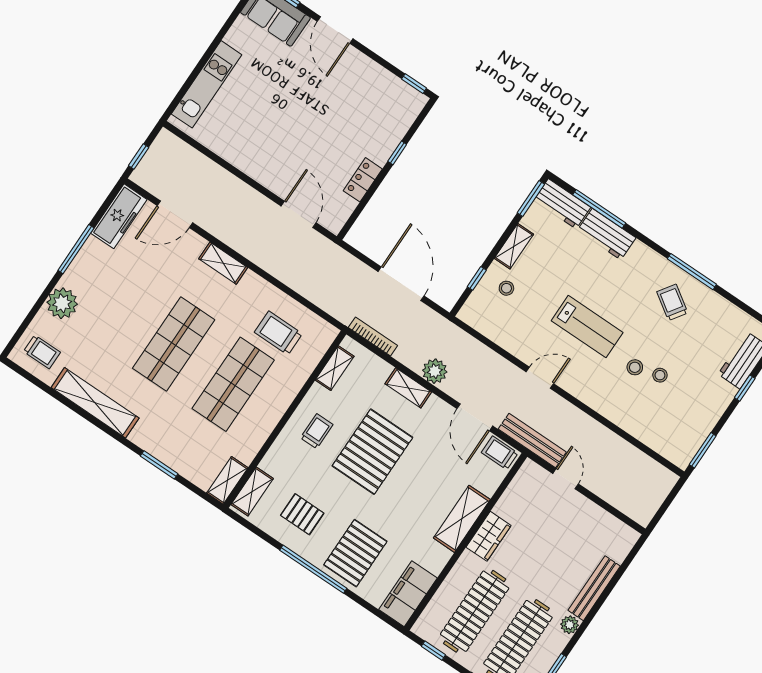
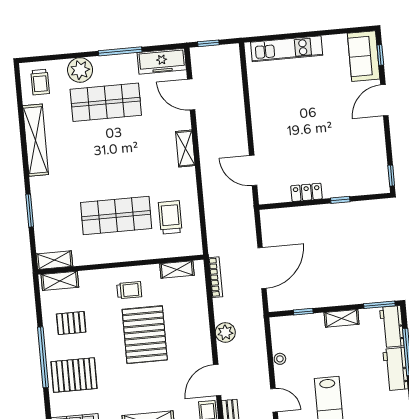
door: (299, 214) -> (253, 170), swing flipped
stool: (506, 288) -> (280, 359), moved
shop shelf: (174, 344) -> (106, 102), moved
shelving: (408, 388) -> (202, 325), removed
pallet: (372, 452) -> (145, 335), turned 90
pallet: (302, 514) -> (71, 323), turned 90

